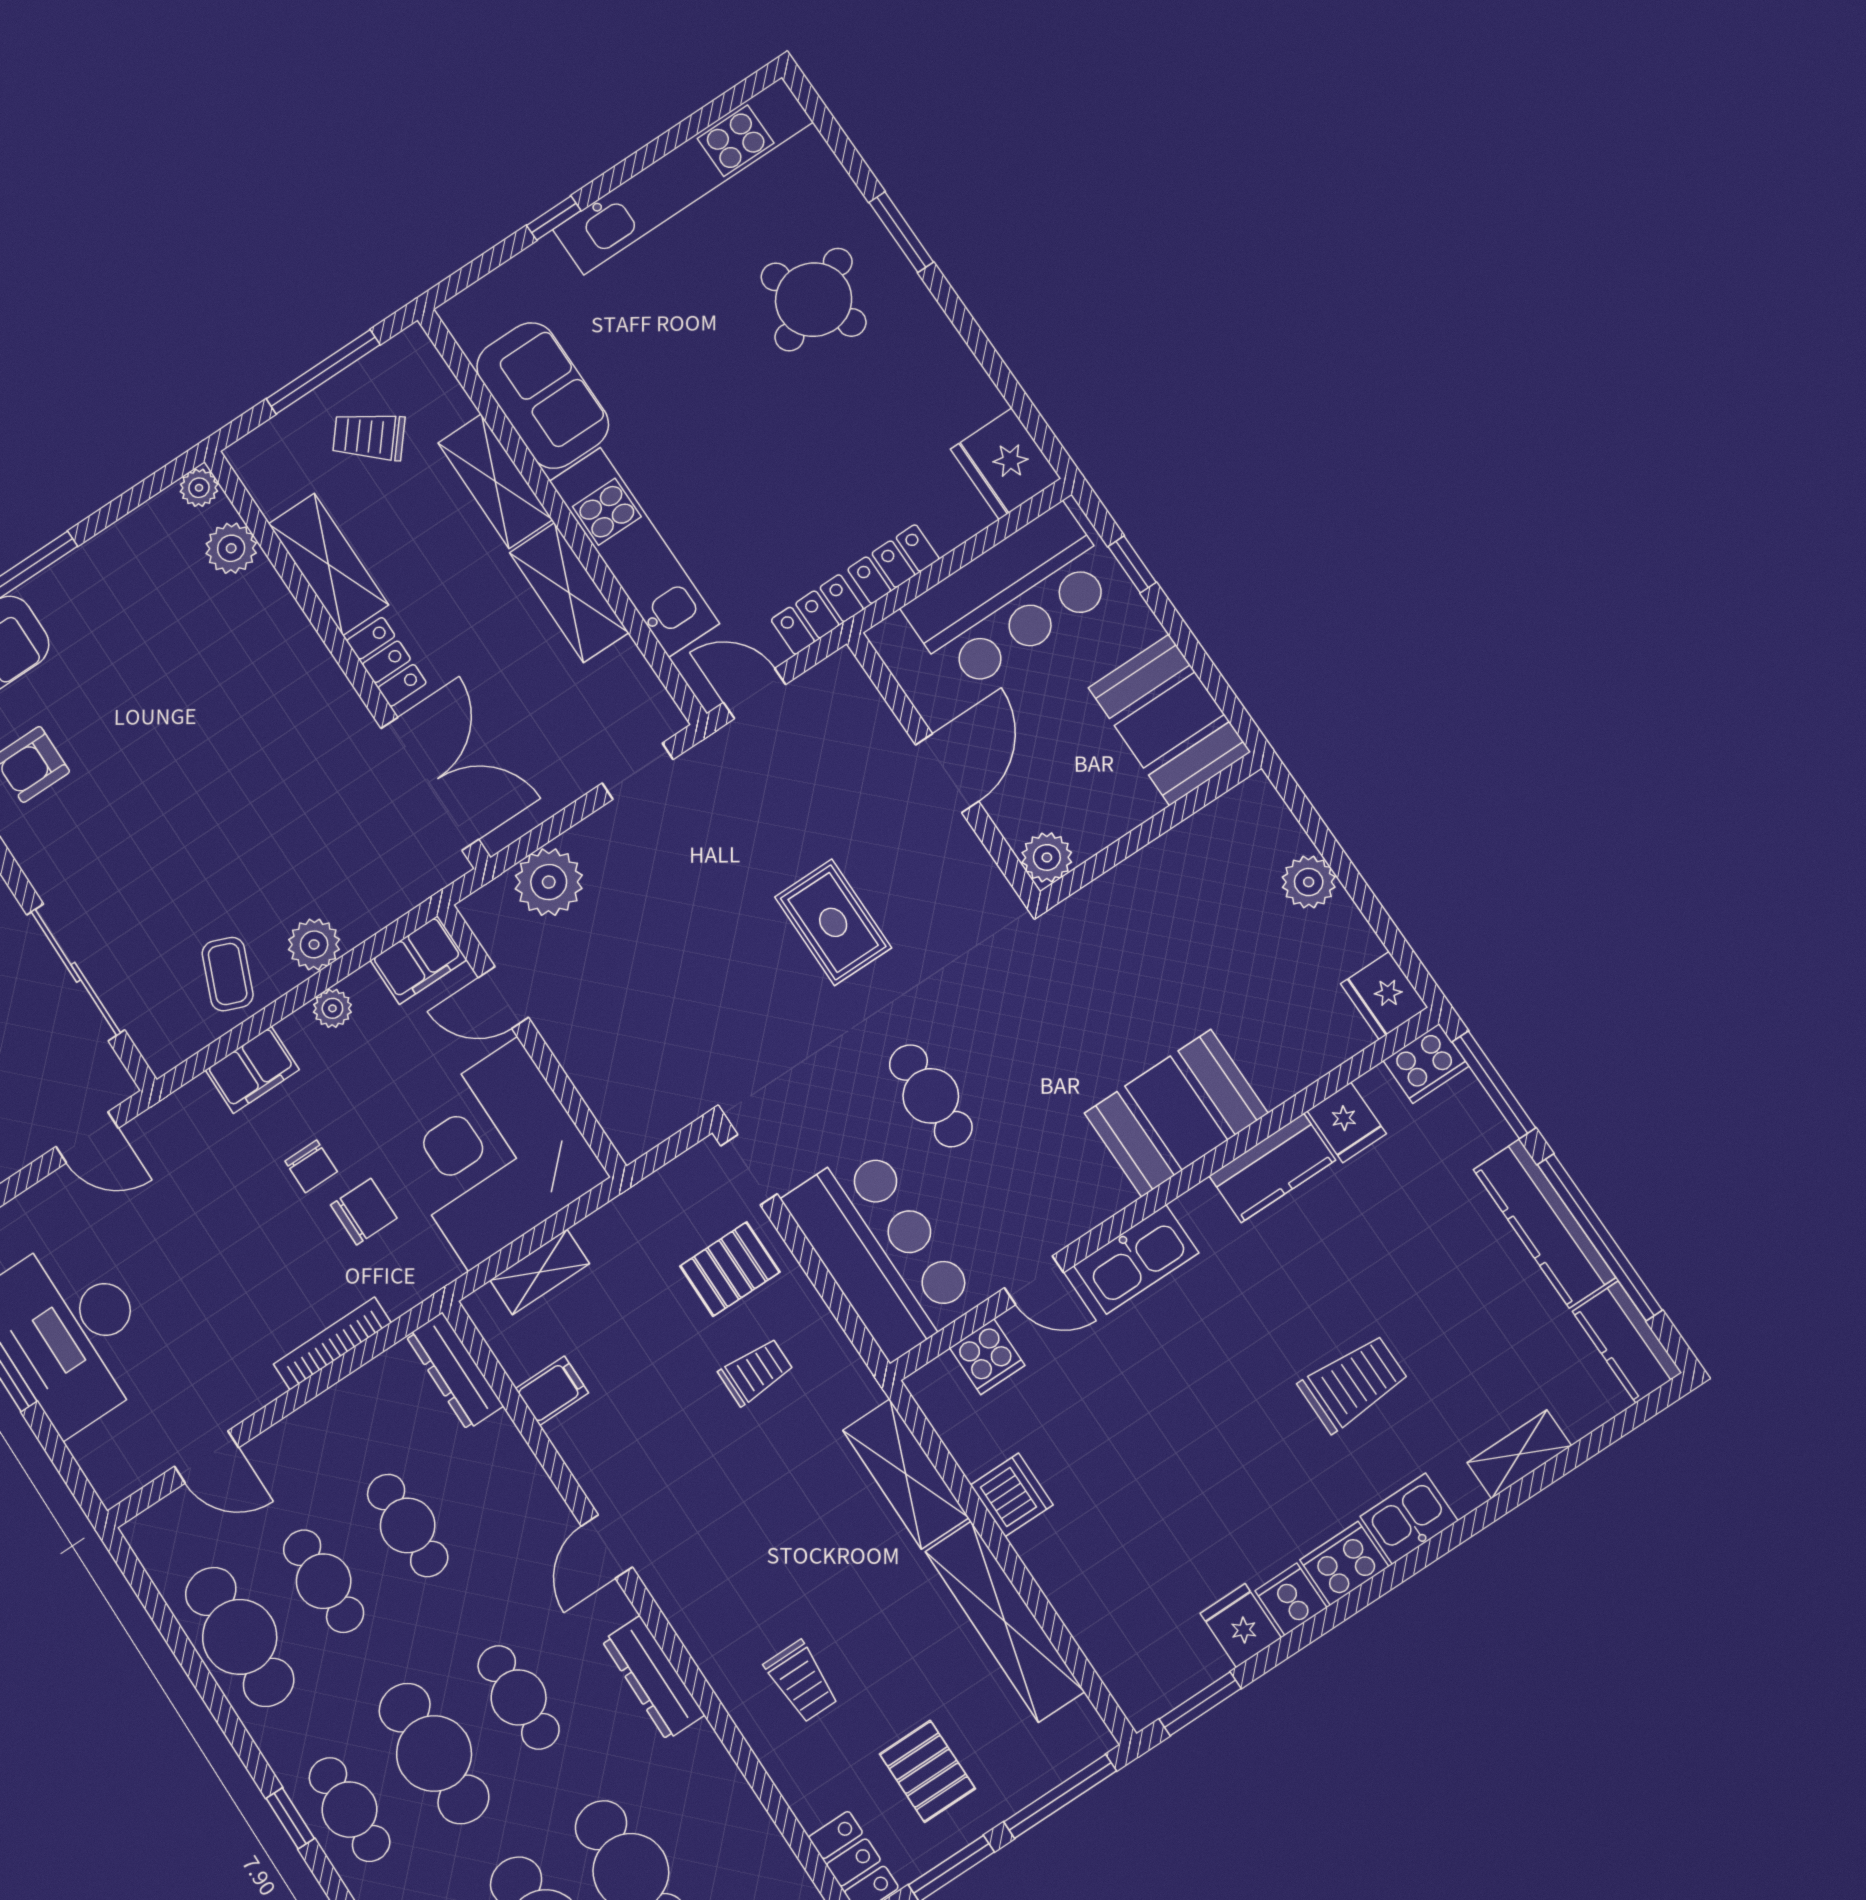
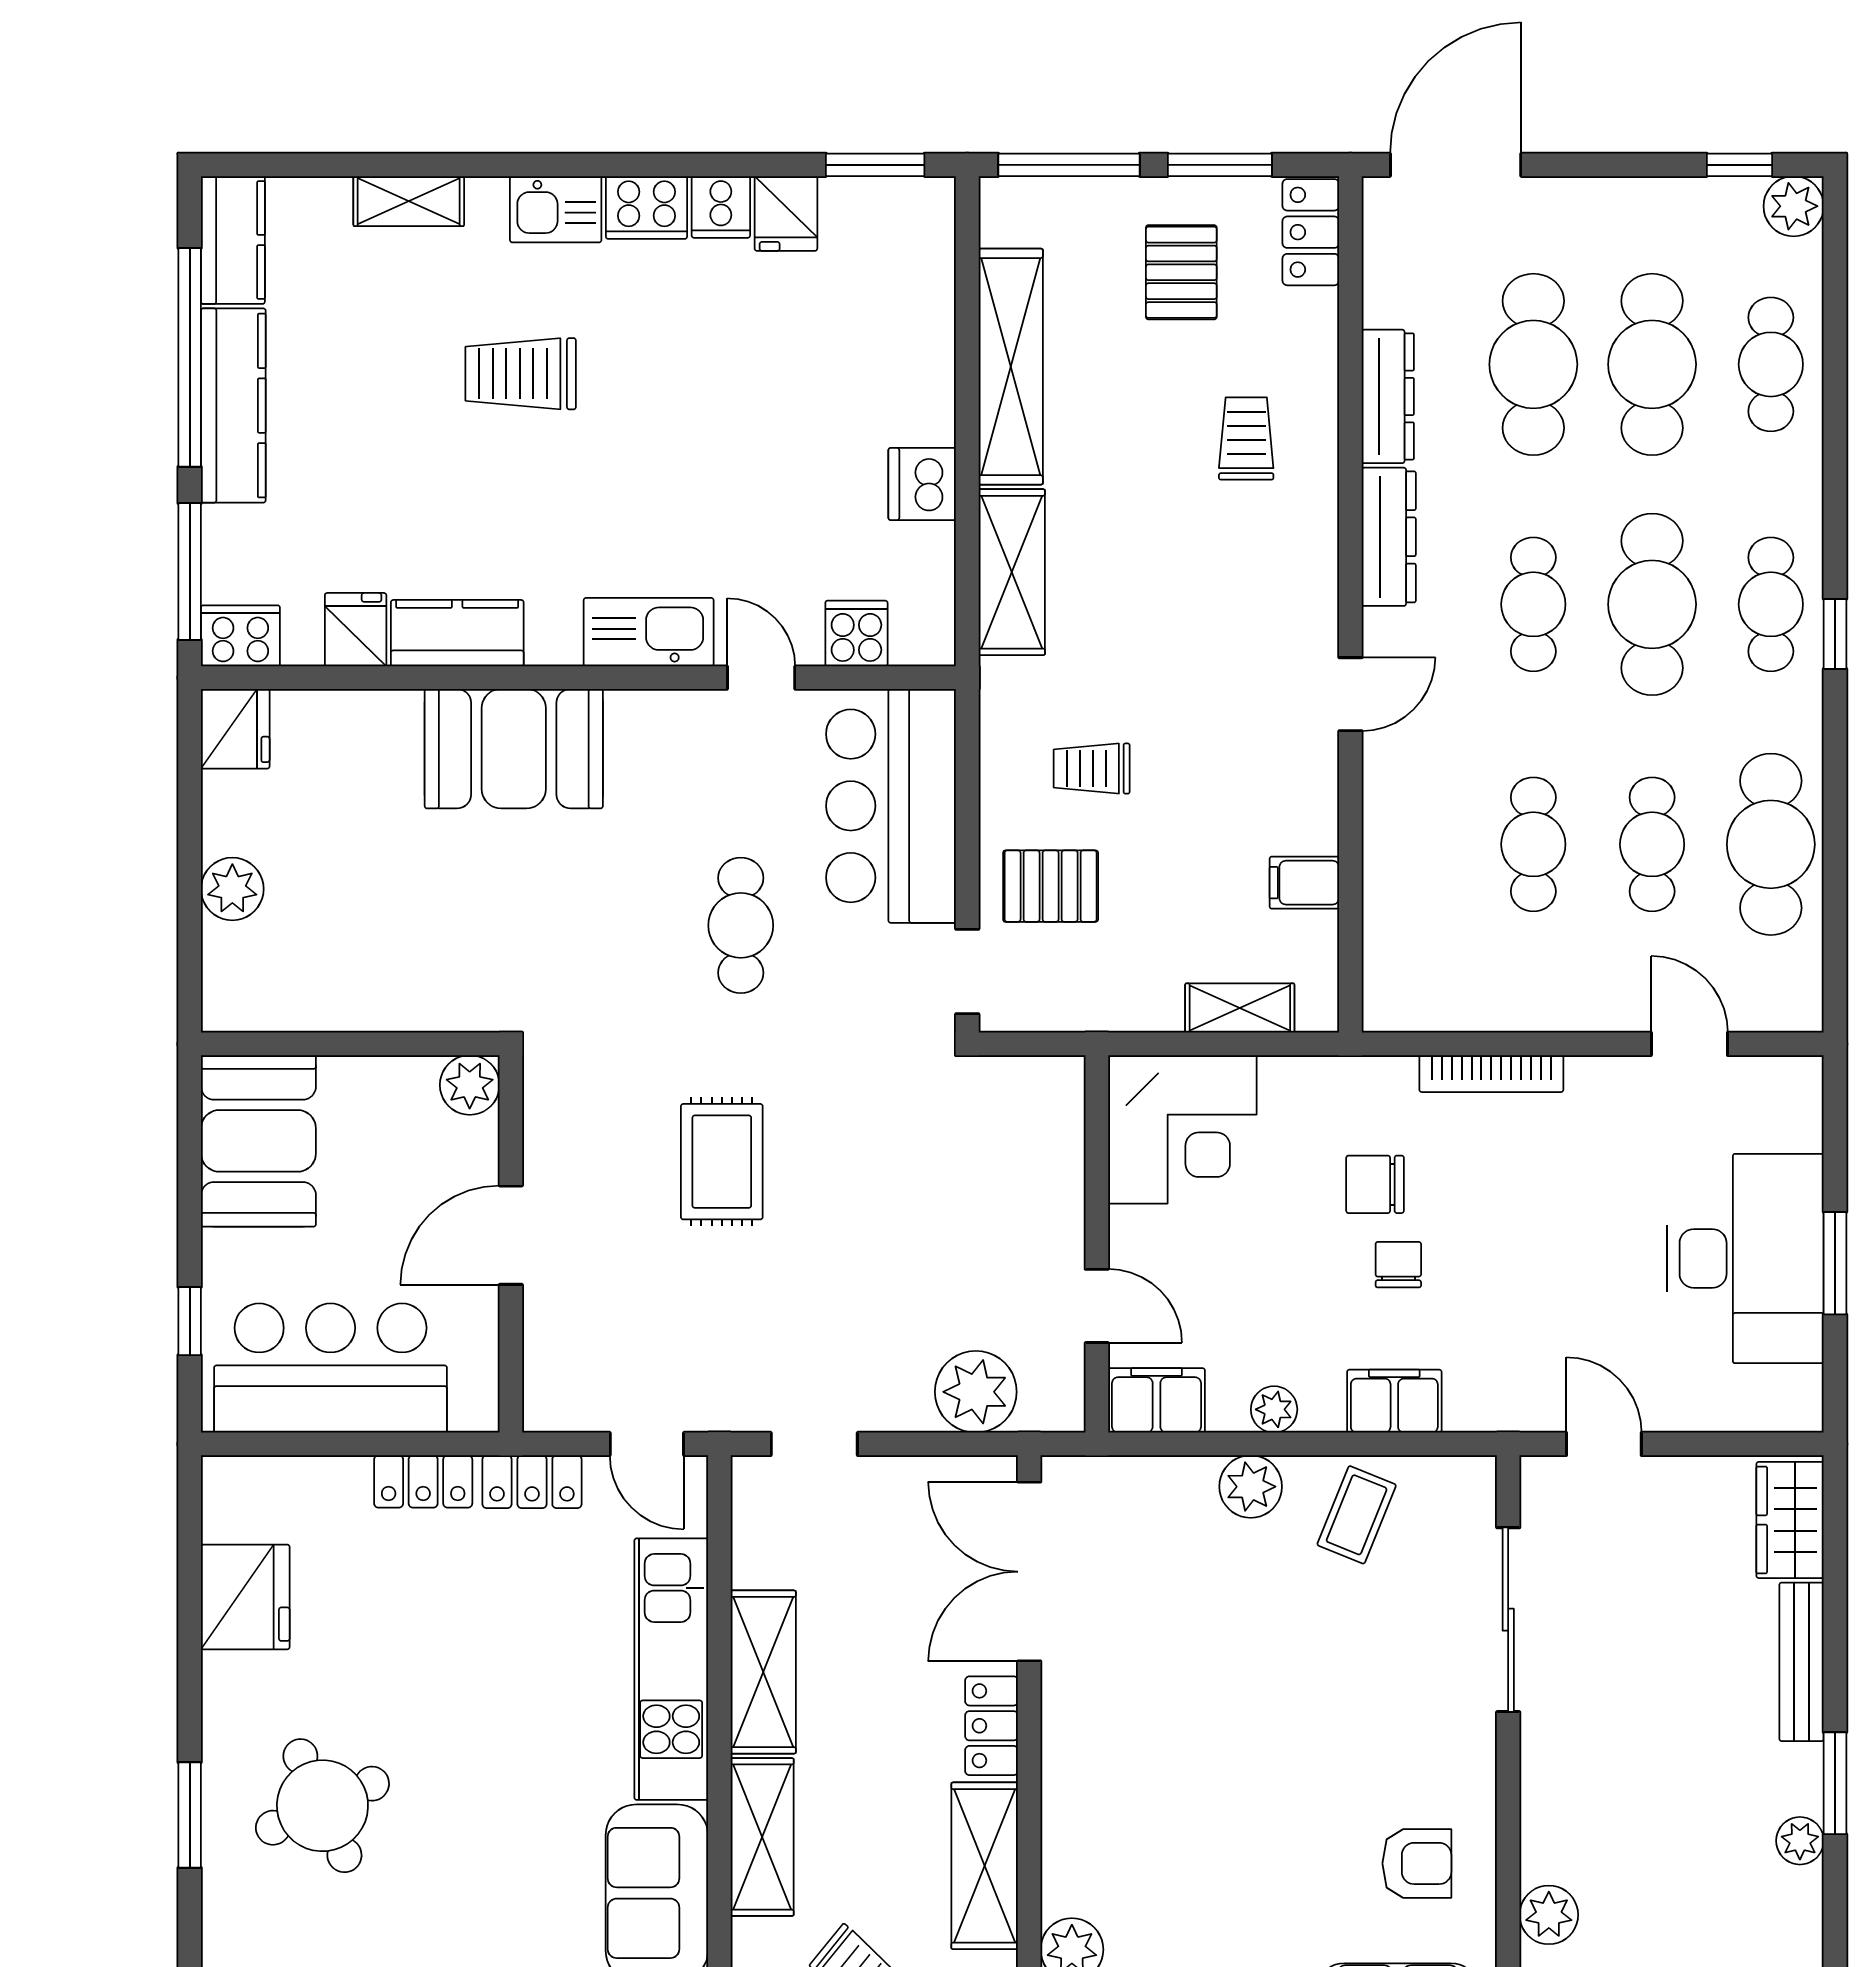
fridge: (1005, 464) -> (245, 1597), moved
corner desk: (493, 1154) -> (1182, 1129), width x0.74, depth x0.74
dresser: (455, 1371) -> (1388, 396), moved

